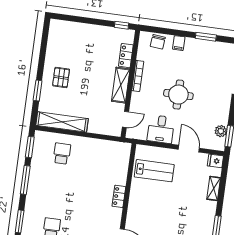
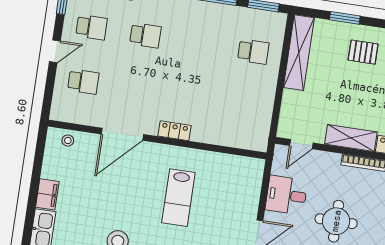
door: (125, 119) -> (301, 144), hinge flipped
lab bench: (154, 171) -> (178, 198), moved
locker: (119, 196) -> (174, 131), moved

